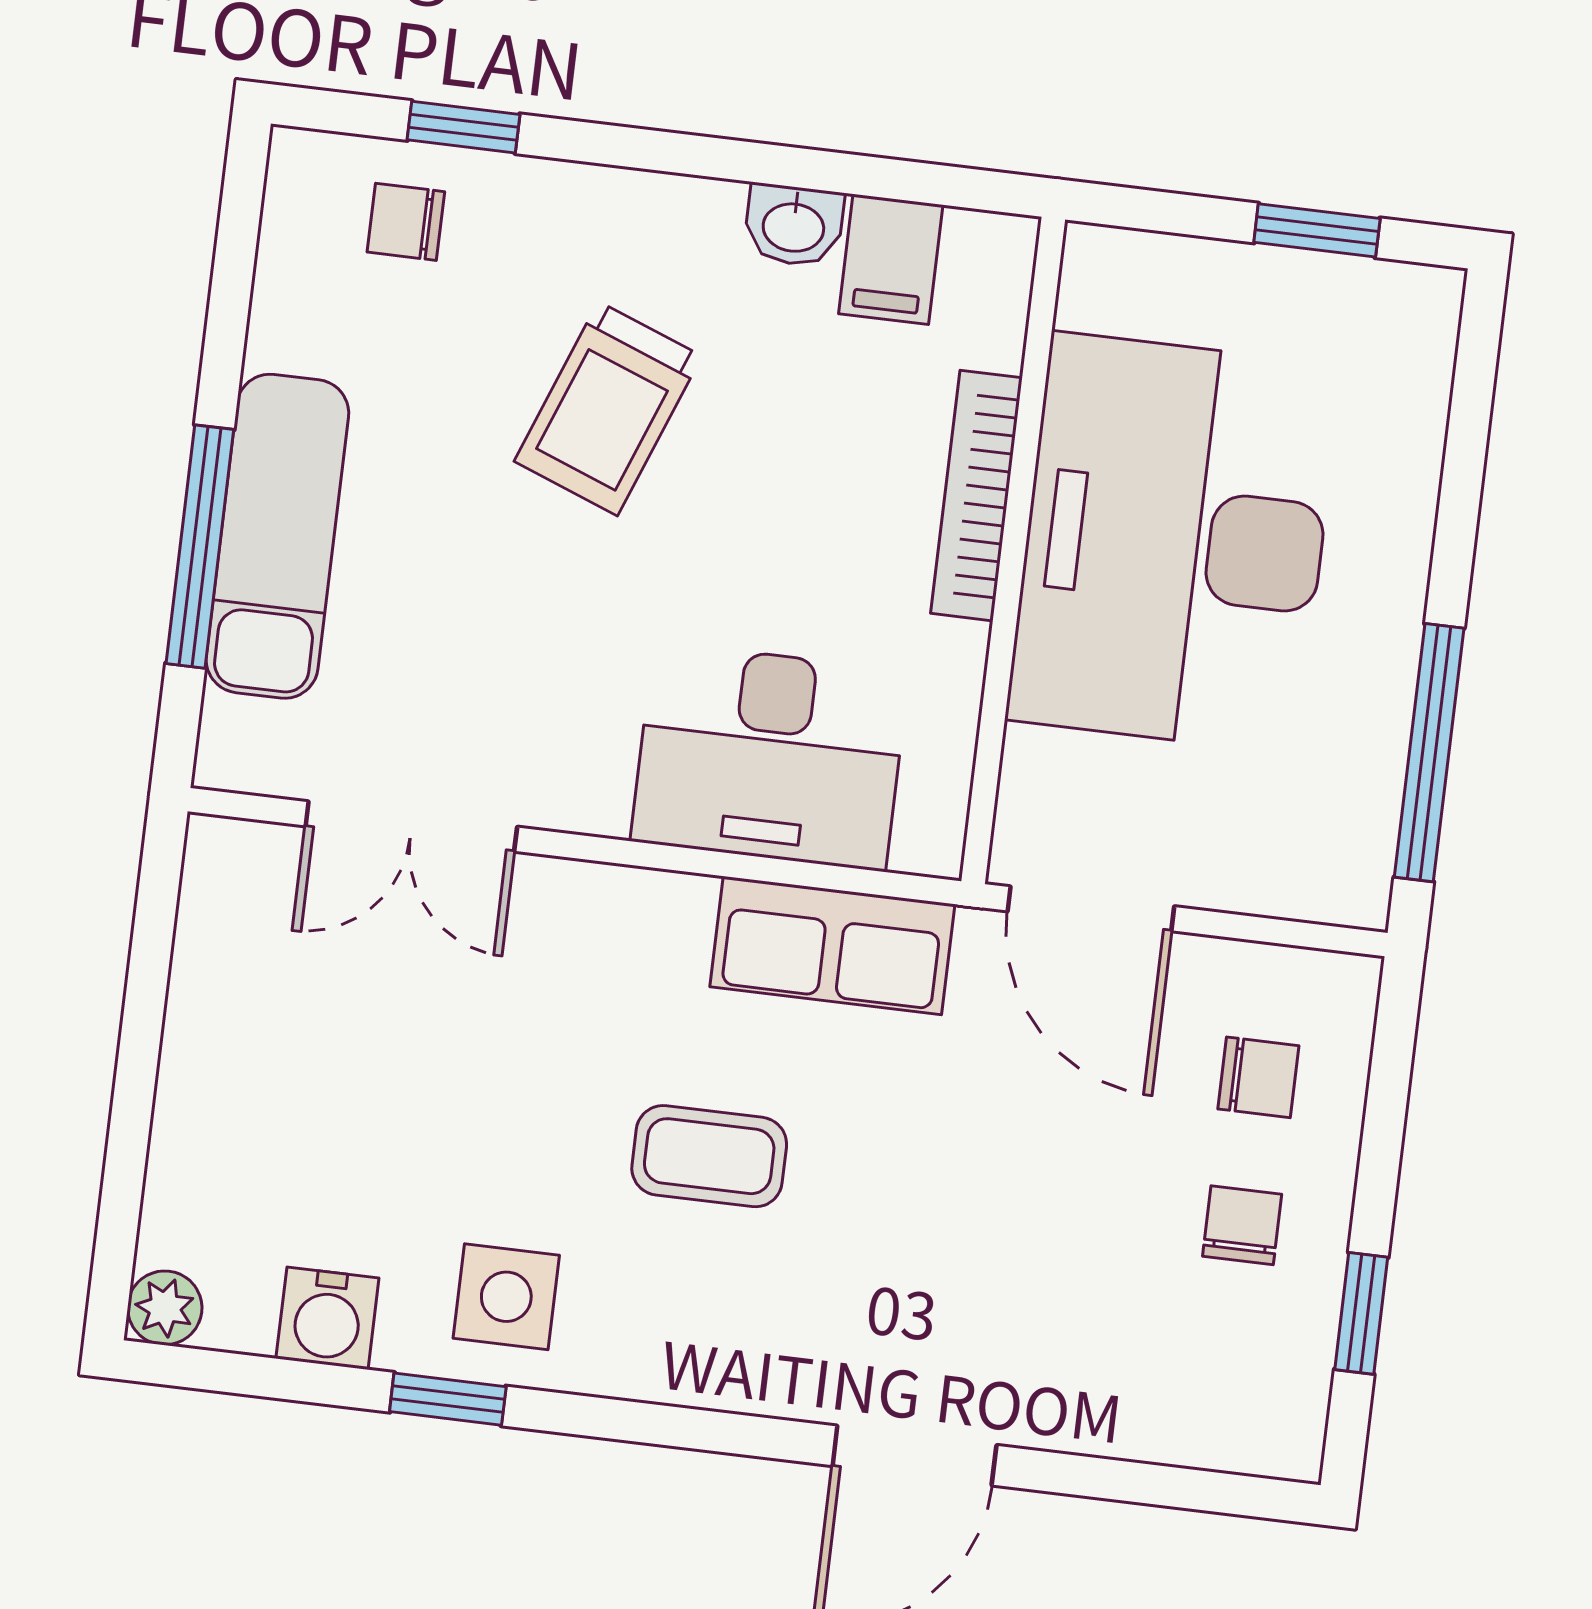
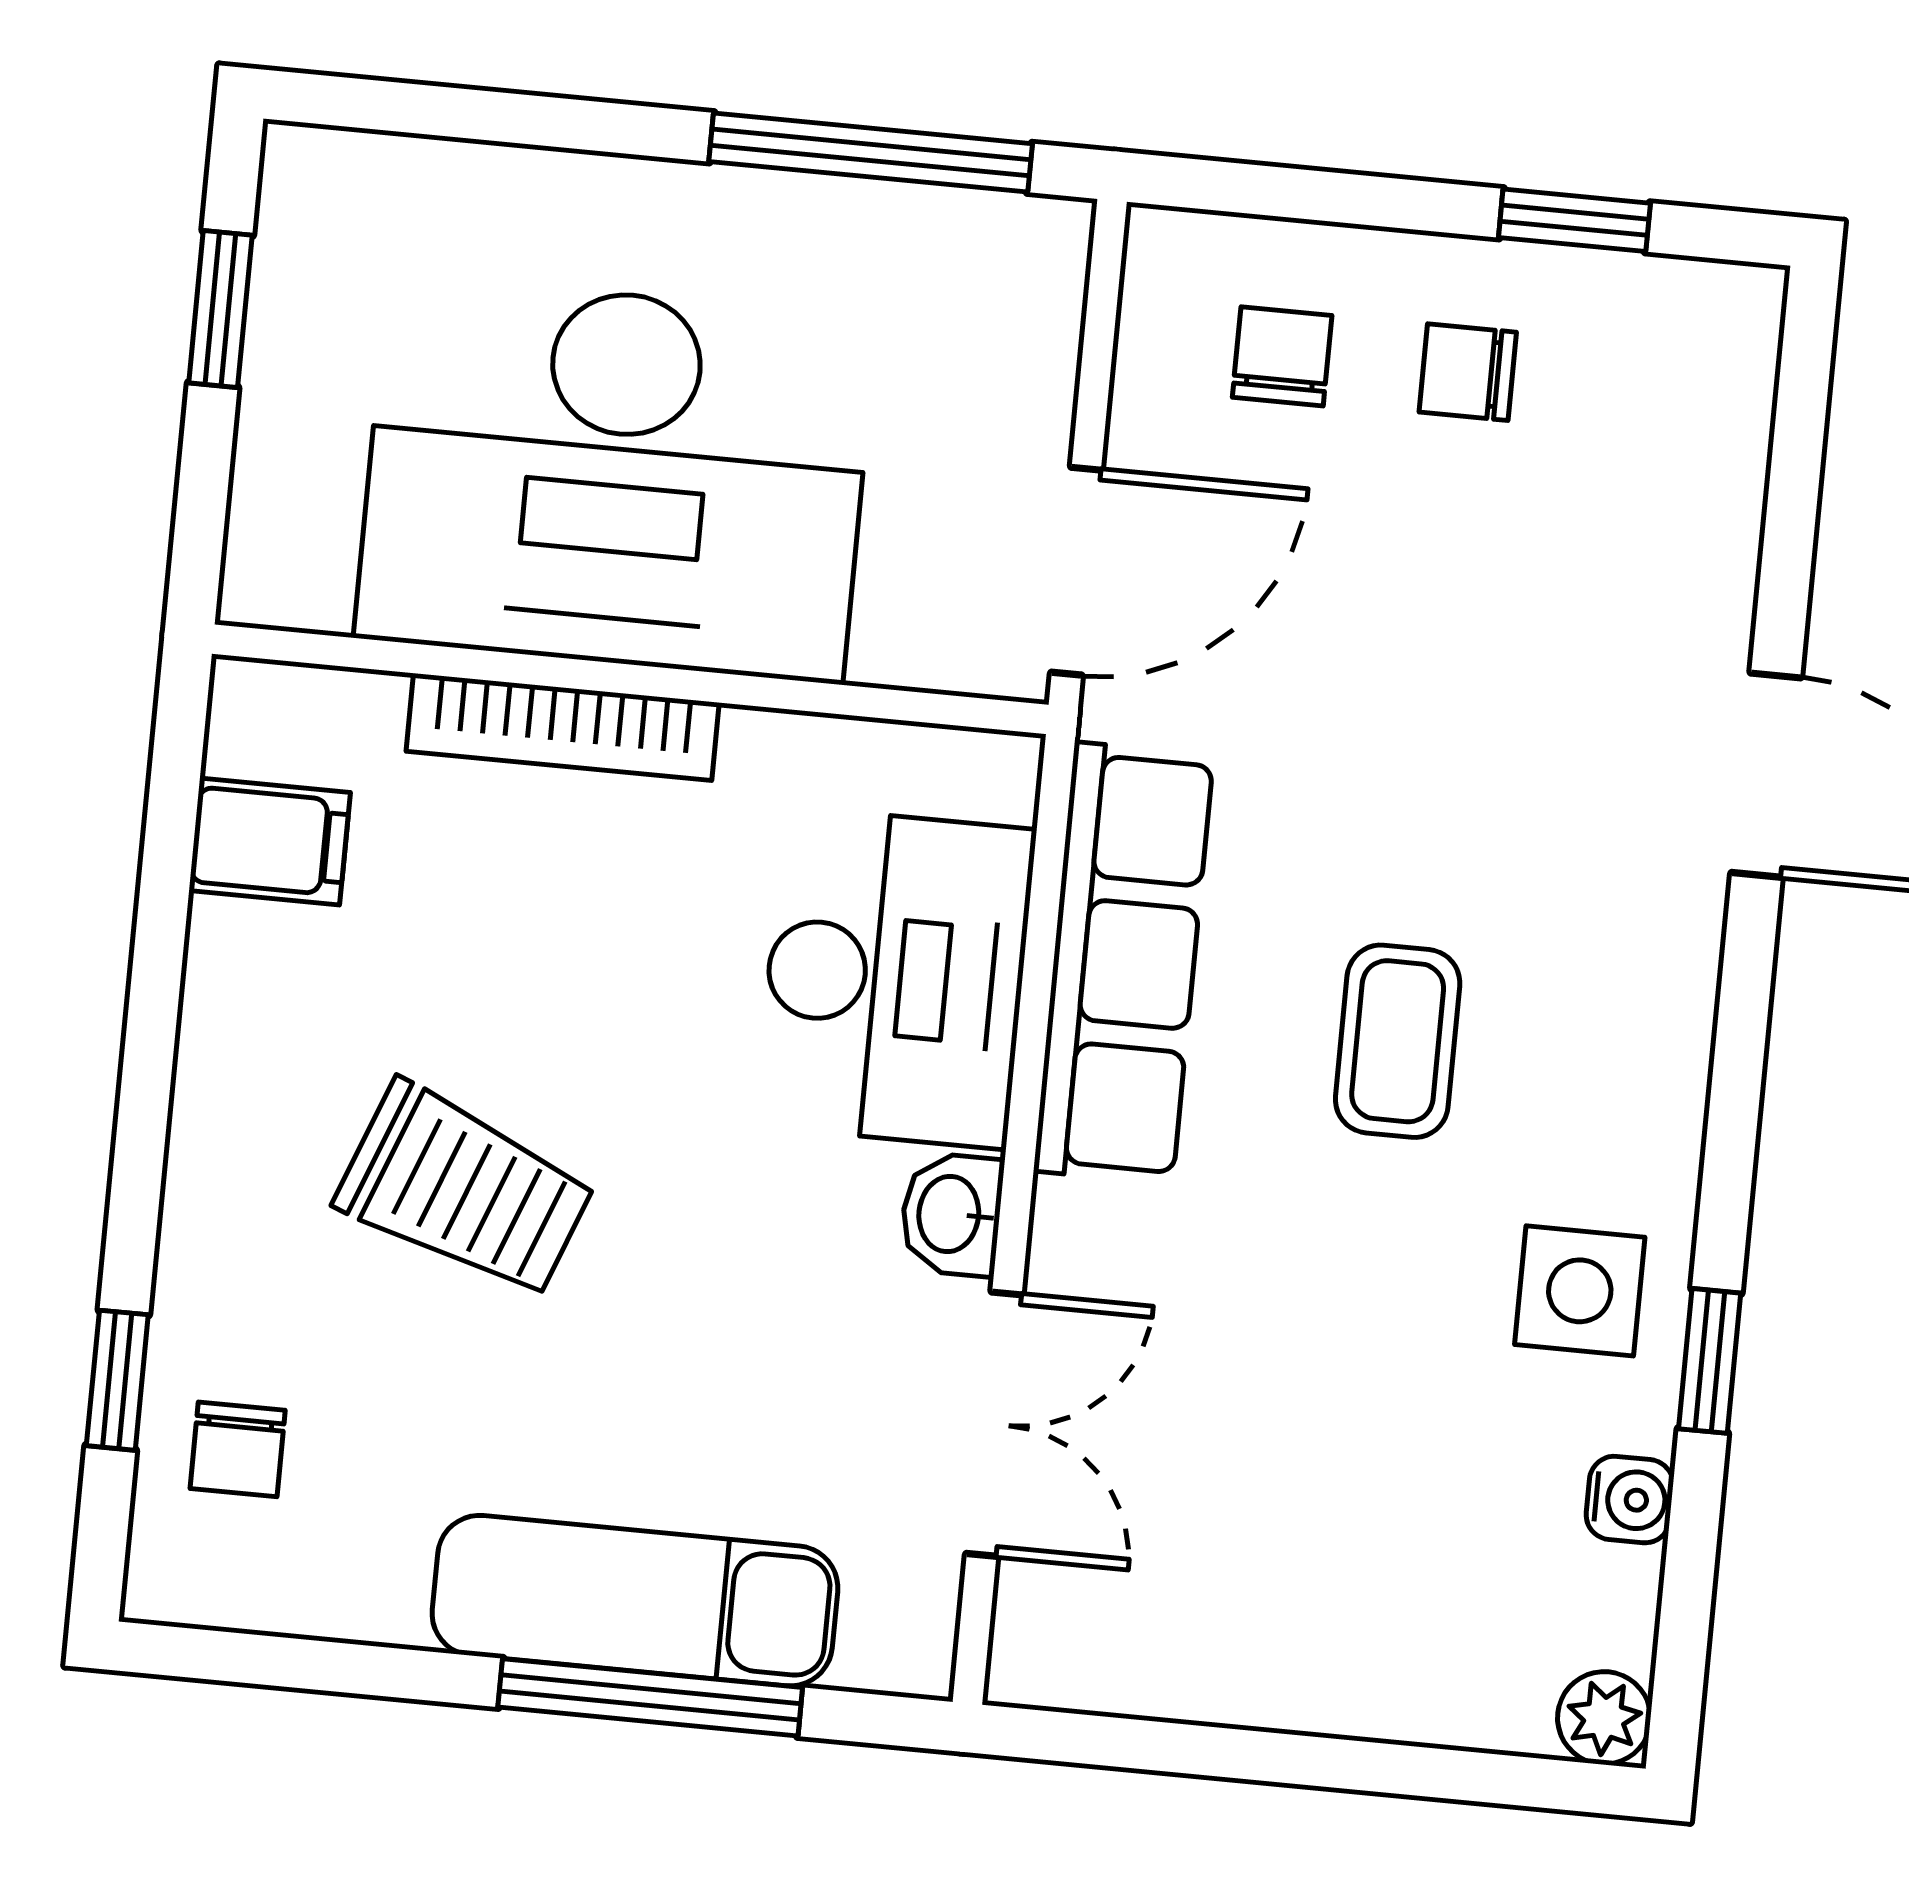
washbasin: (794, 225) -> (952, 1214), moved, turned 180
row of seats: (832, 946) -> (1124, 963), width x1.48
water cooler: (327, 1318) -> (1630, 1500), width x0.72, depth x0.72

